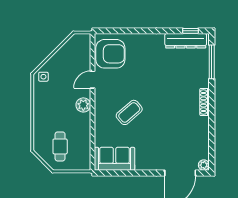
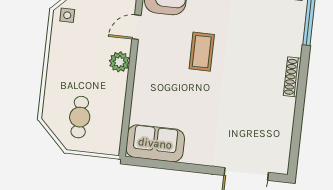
coffee table: (129, 112) -> (202, 52), moved, turned -49
plant: (204, 165) -> (281, 166), removed

